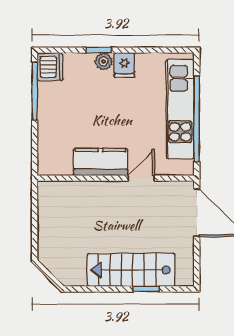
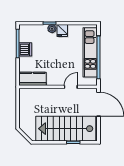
dishwasher: (50, 67) -> (25, 49), moved
kitchen counter: (100, 162) -> (32, 79), moved
stairs: (131, 270) -> (66, 129), width x1.36, depth x1.51

